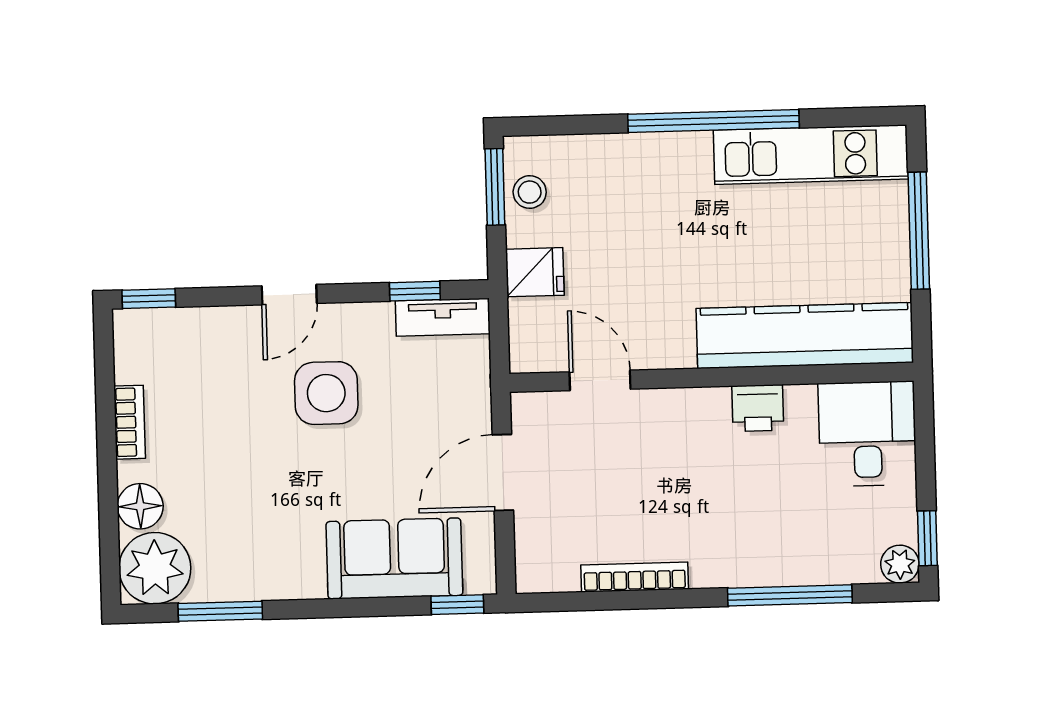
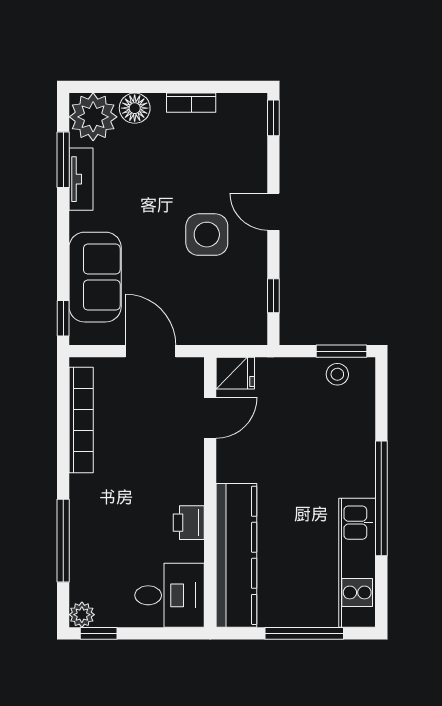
fridge: (535, 272) -> (235, 373), moved, turned -90
tv unit: (443, 317) -> (81, 179), moved, turned 180
bookcase: (635, 577) -> (81, 420), width x1.48, depth x1.31

